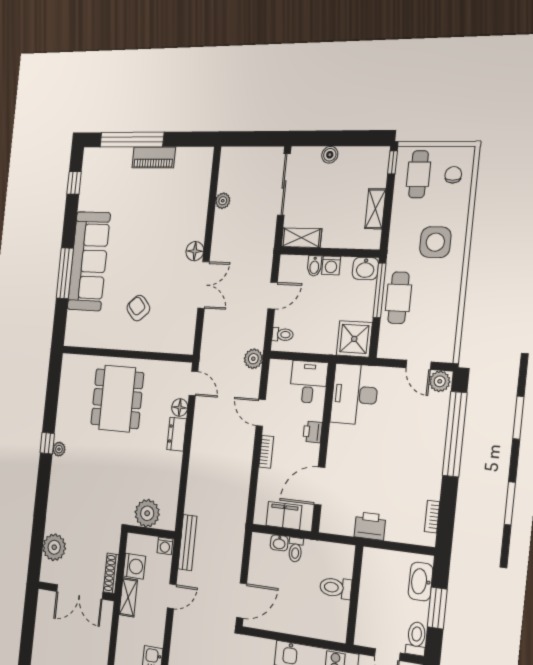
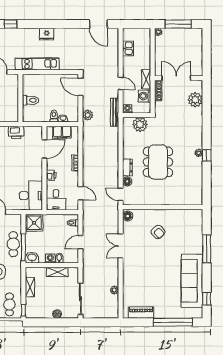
piano: (154, 157) -> (141, 313), moved
shelving: (301, 238) -> (57, 272), moved
floor lamp: (195, 251) -> (128, 216), moved
sofa: (89, 261) -> (192, 281), moved
plant: (253, 359) -> (88, 115), moved
dining table: (117, 399) -> (158, 162), moved
door: (261, 413) -> (80, 193), moved
door: (172, 596) -> (121, 83), swing flipped
door: (242, 601) -> (80, 87), hinge flipped

